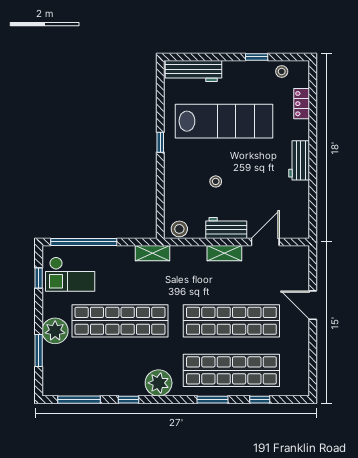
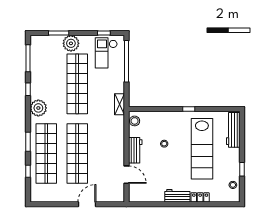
locker: (302, 104) -> (200, 197), moved
shelving: (224, 253) -> (119, 149), removed

